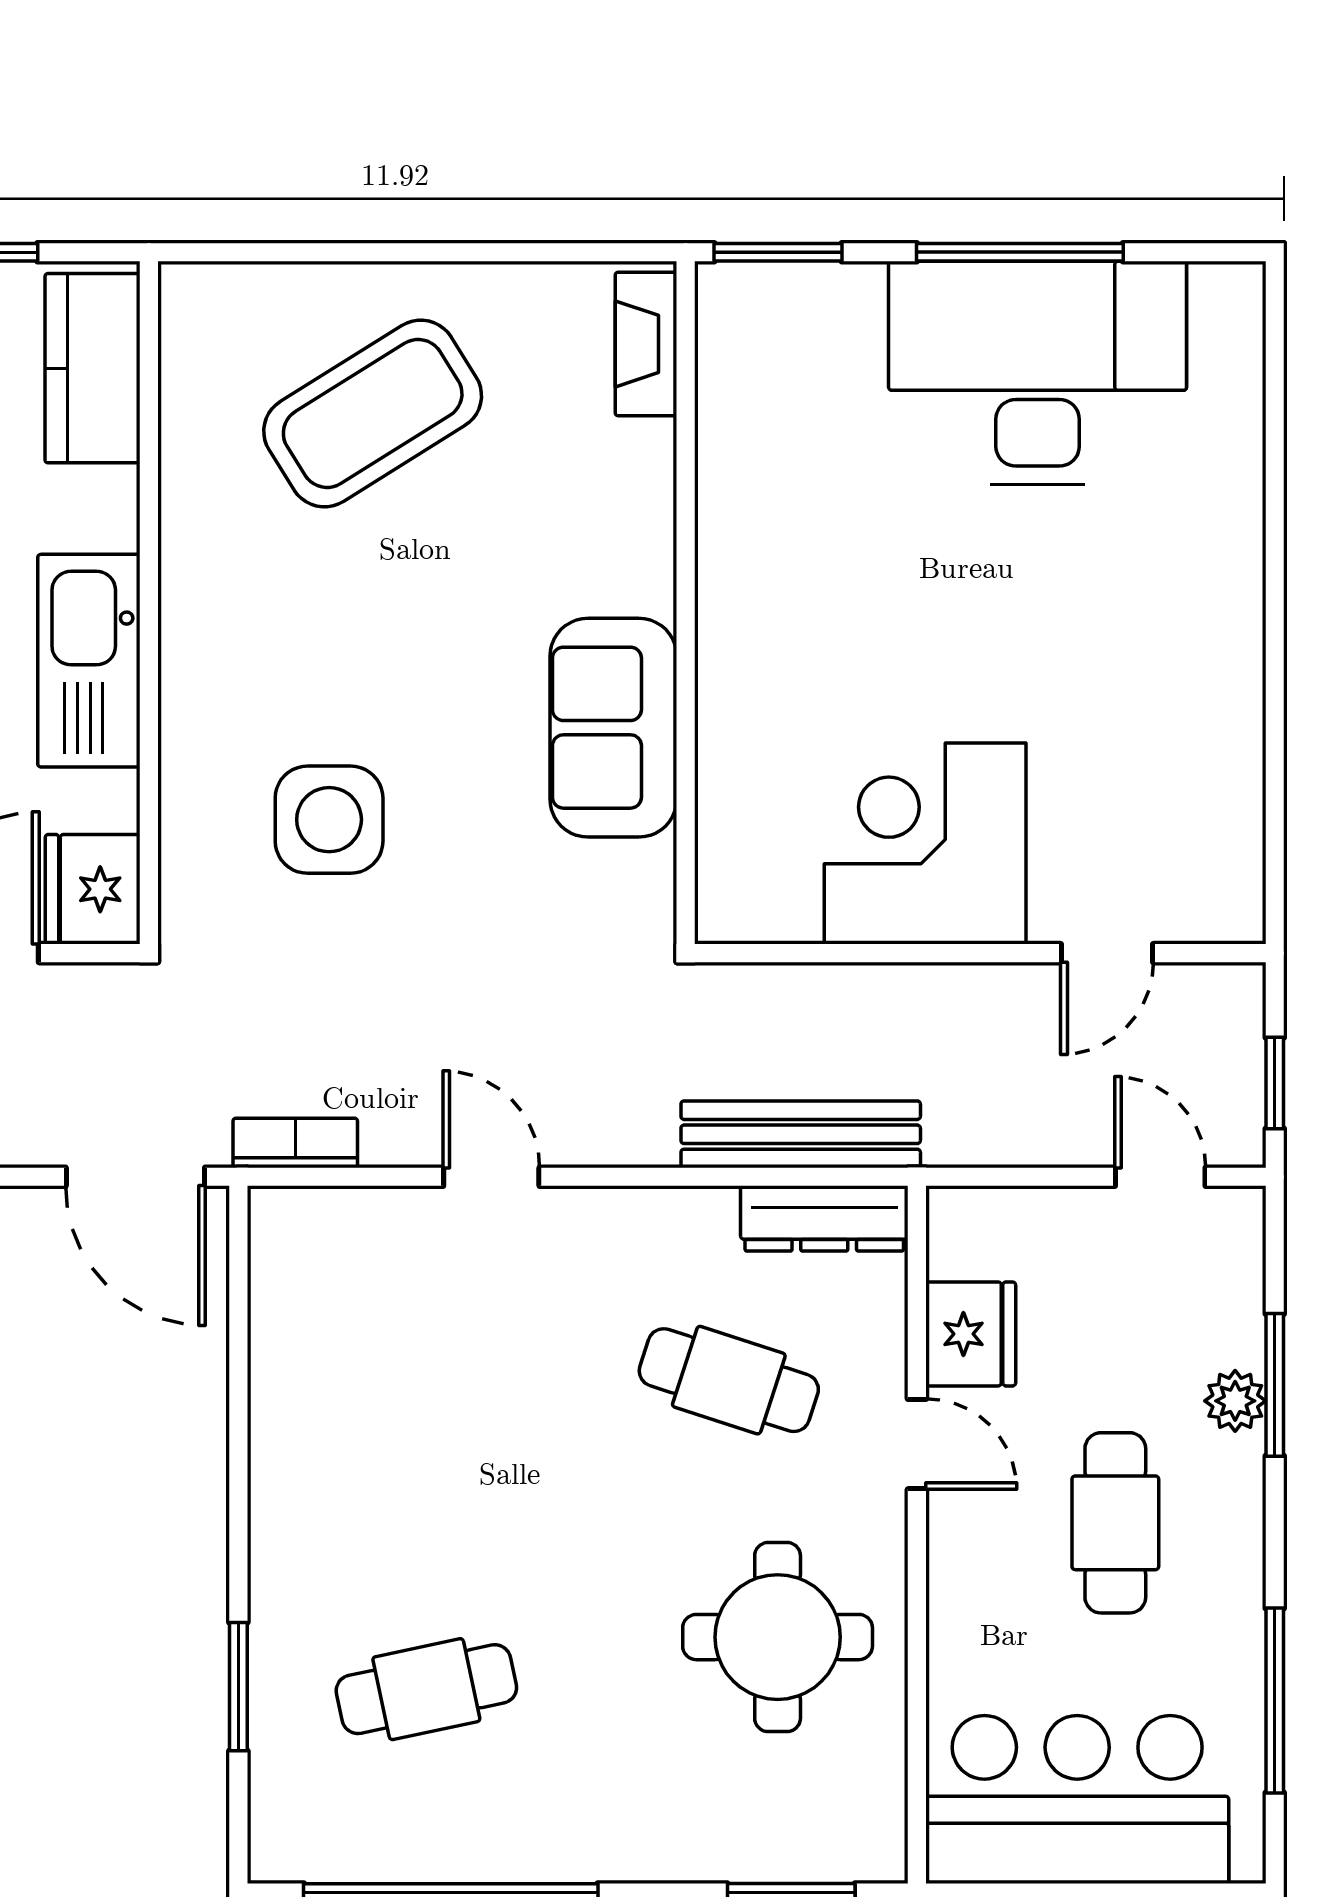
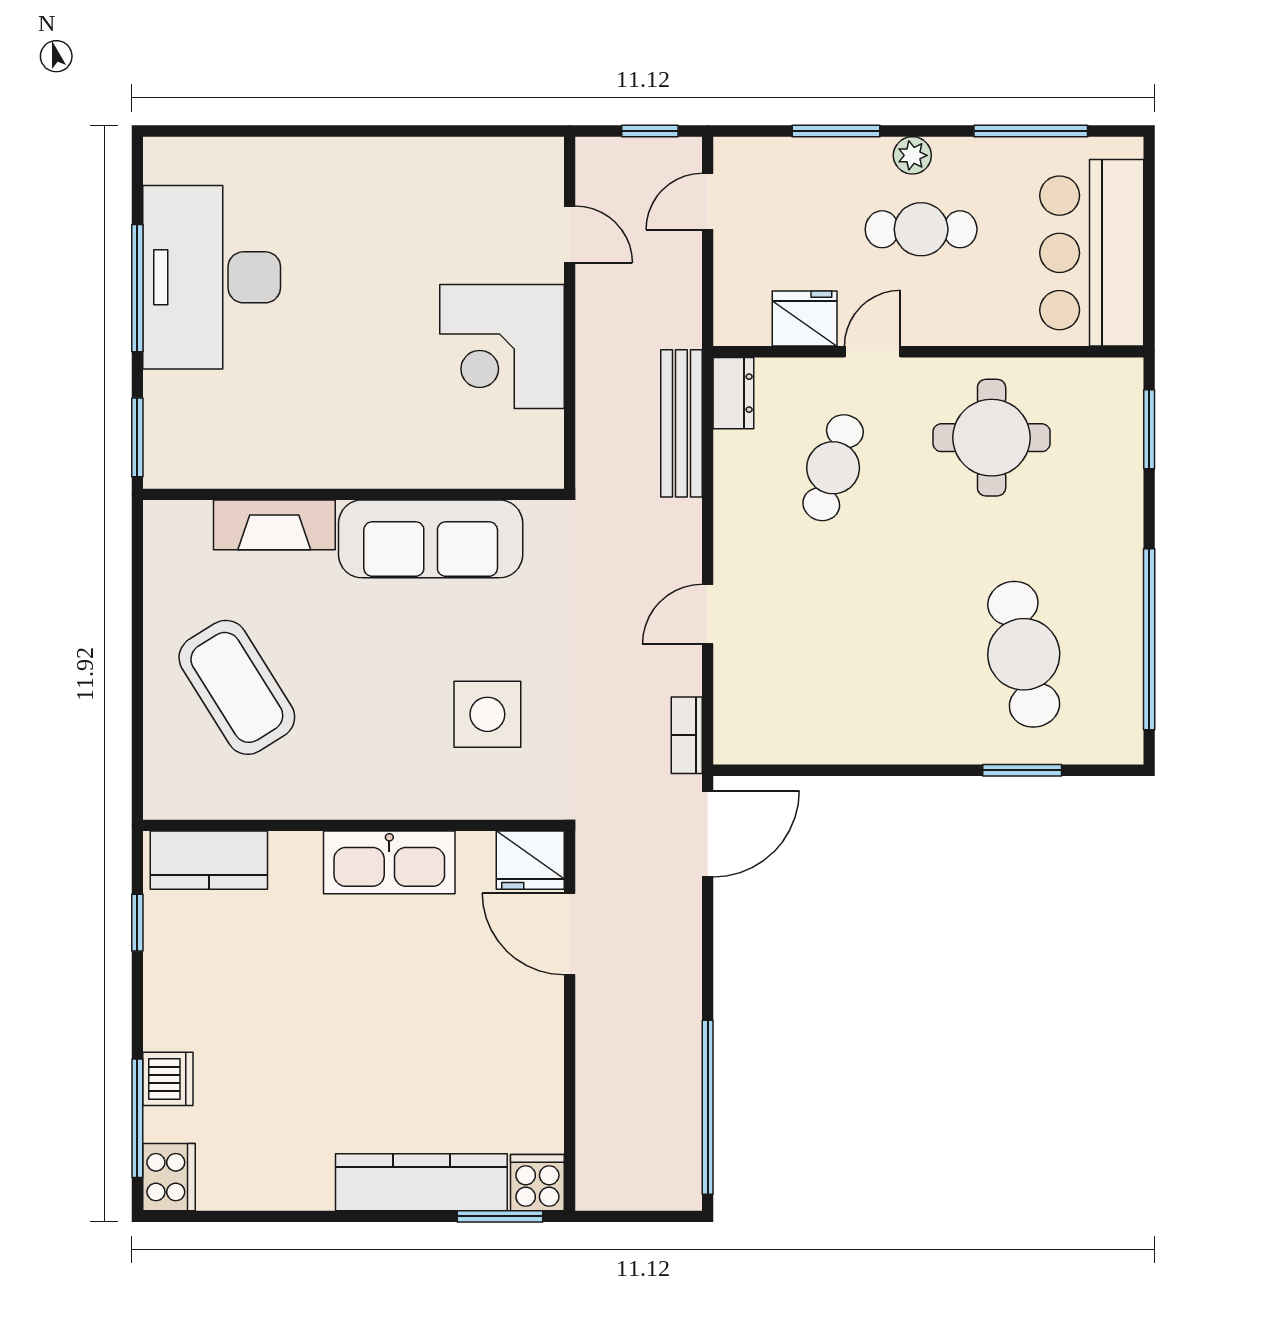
fireplace: (646, 344) -> (274, 525), moved, width x1.37, depth x1.32
sofa: (613, 728) -> (431, 539), width x1.36
dresser: (824, 1218) -> (733, 393), width x0.70
plant: (1235, 1401) -> (912, 155), moved
cafe table: (426, 1689) -> (1024, 654), width x1.37, depth x1.35

